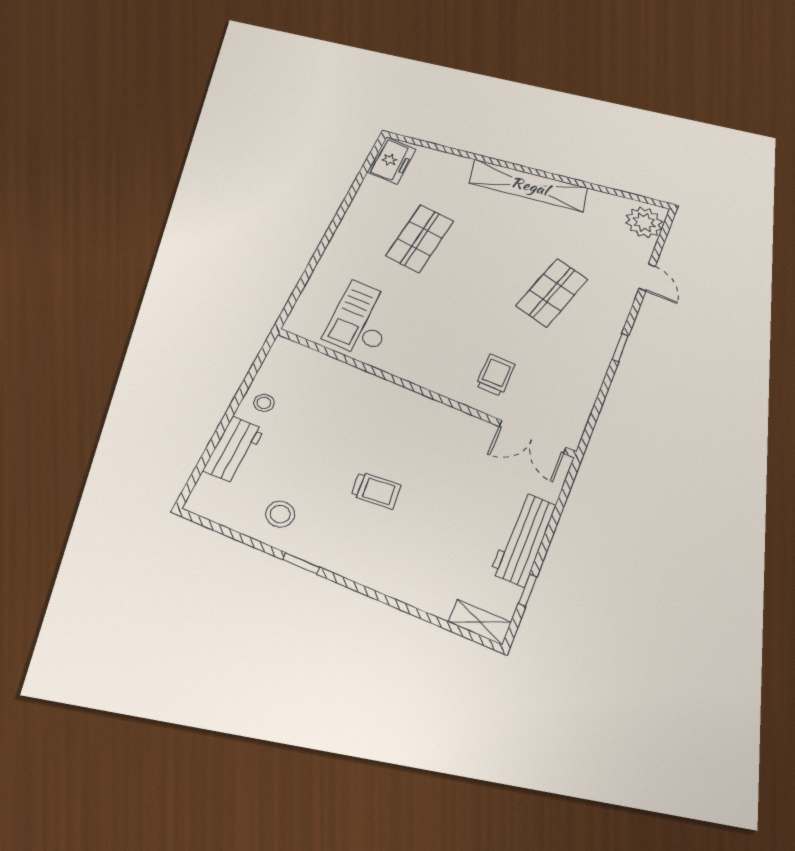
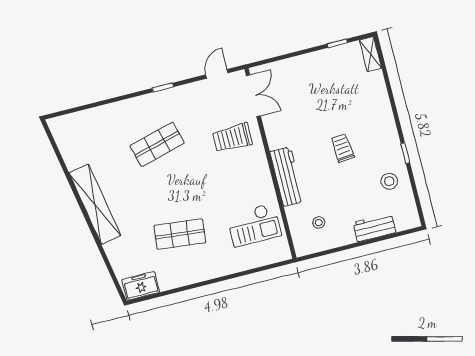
plant: (644, 222) -> (67, 127), removed
door: (647, 277) -> (217, 74), moved
shop shelf: (552, 292) -> (157, 144), turned -30
trolley: (496, 375) -> (232, 138), width x1.36, depth x1.39
stool: (264, 403) -> (319, 223), moved
workbench: (524, 539) -> (287, 176), moved, turned -90

